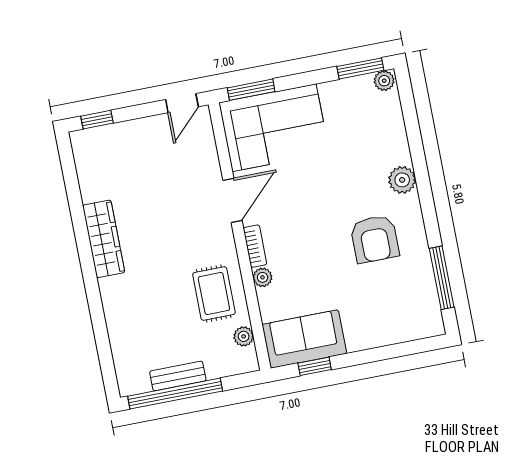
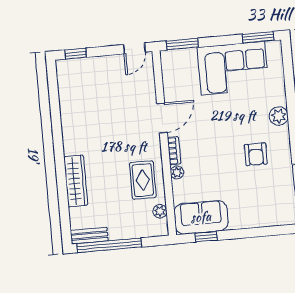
plant: (384, 81) -> (273, 47), removed
corner sofa: (274, 128) -> (233, 68), moved
wardrobe: (104, 239) -> (76, 181), moved
armchair: (375, 239) -> (256, 154), width x0.72, depth x0.72
bench: (178, 376) -> (89, 236), moved

